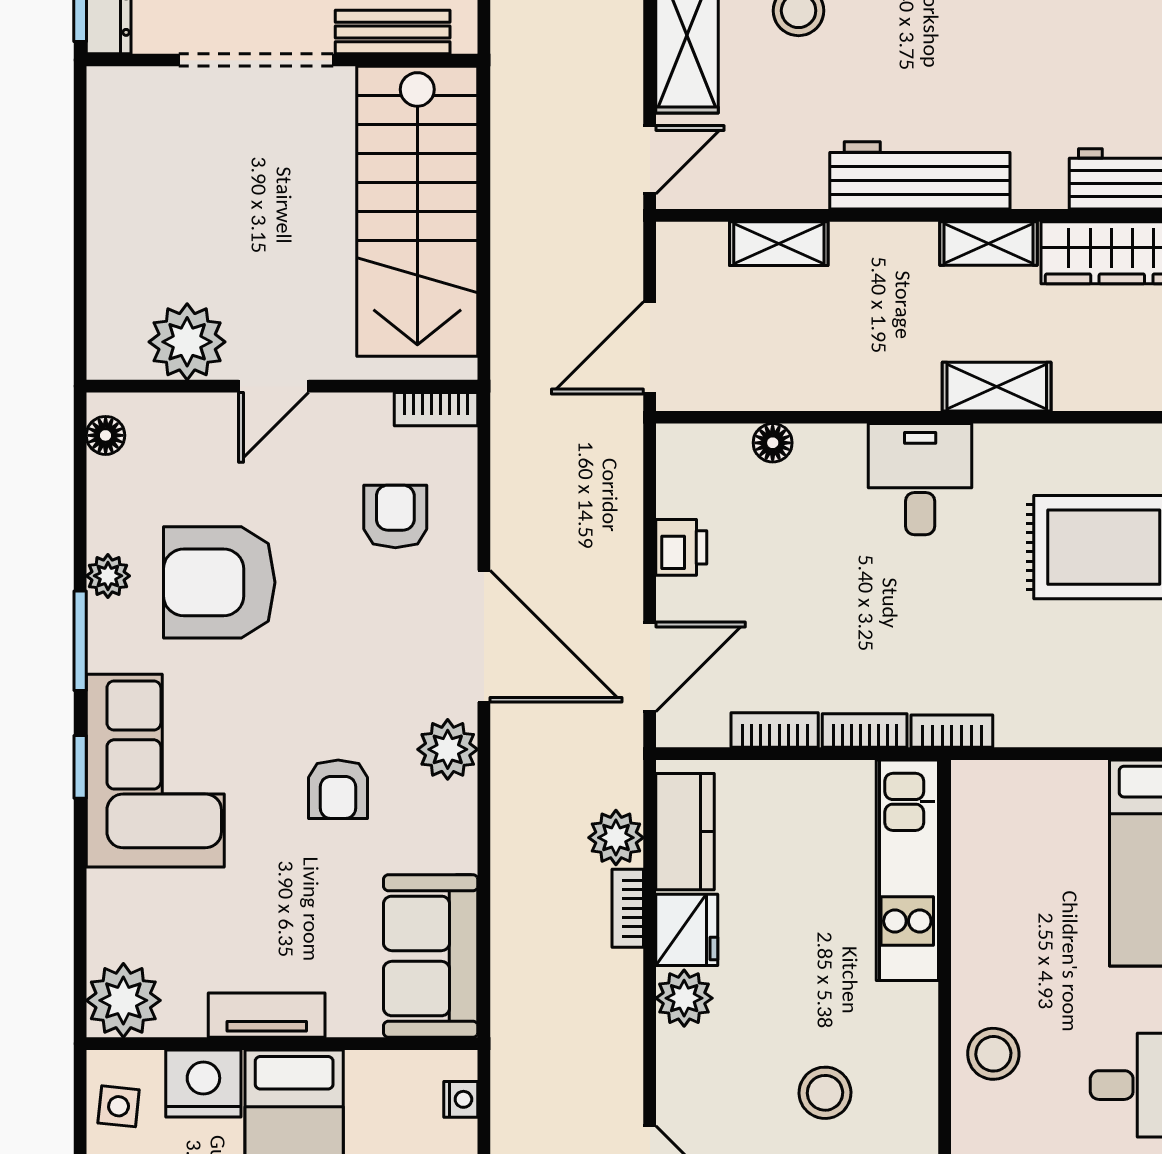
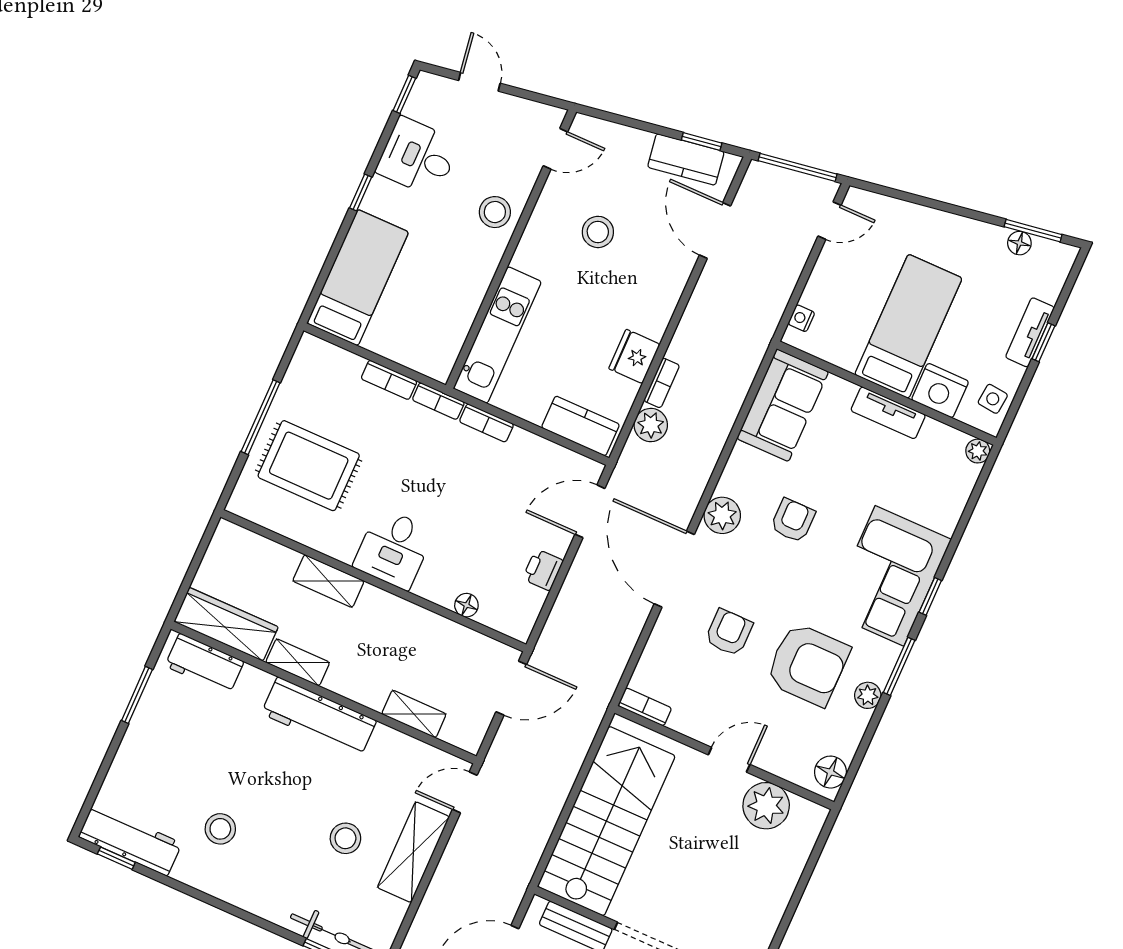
floor lamp: (106, 435) -> (830, 772), width x1.37, depth x1.37
armchair: (395, 516) -> (729, 632), moved, turned 180
bookcase: (775, 730) -> (389, 380), moved
kitchen counter: (685, 832) -> (581, 426), moved, turned 90
plant: (684, 998) -> (653, 319), removed
plant: (123, 1000) -> (978, 451), width x0.53, depth x0.53

